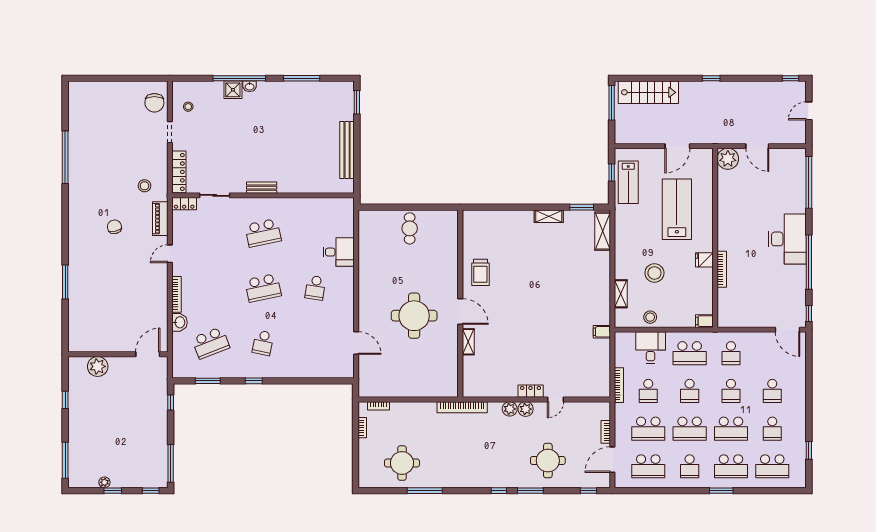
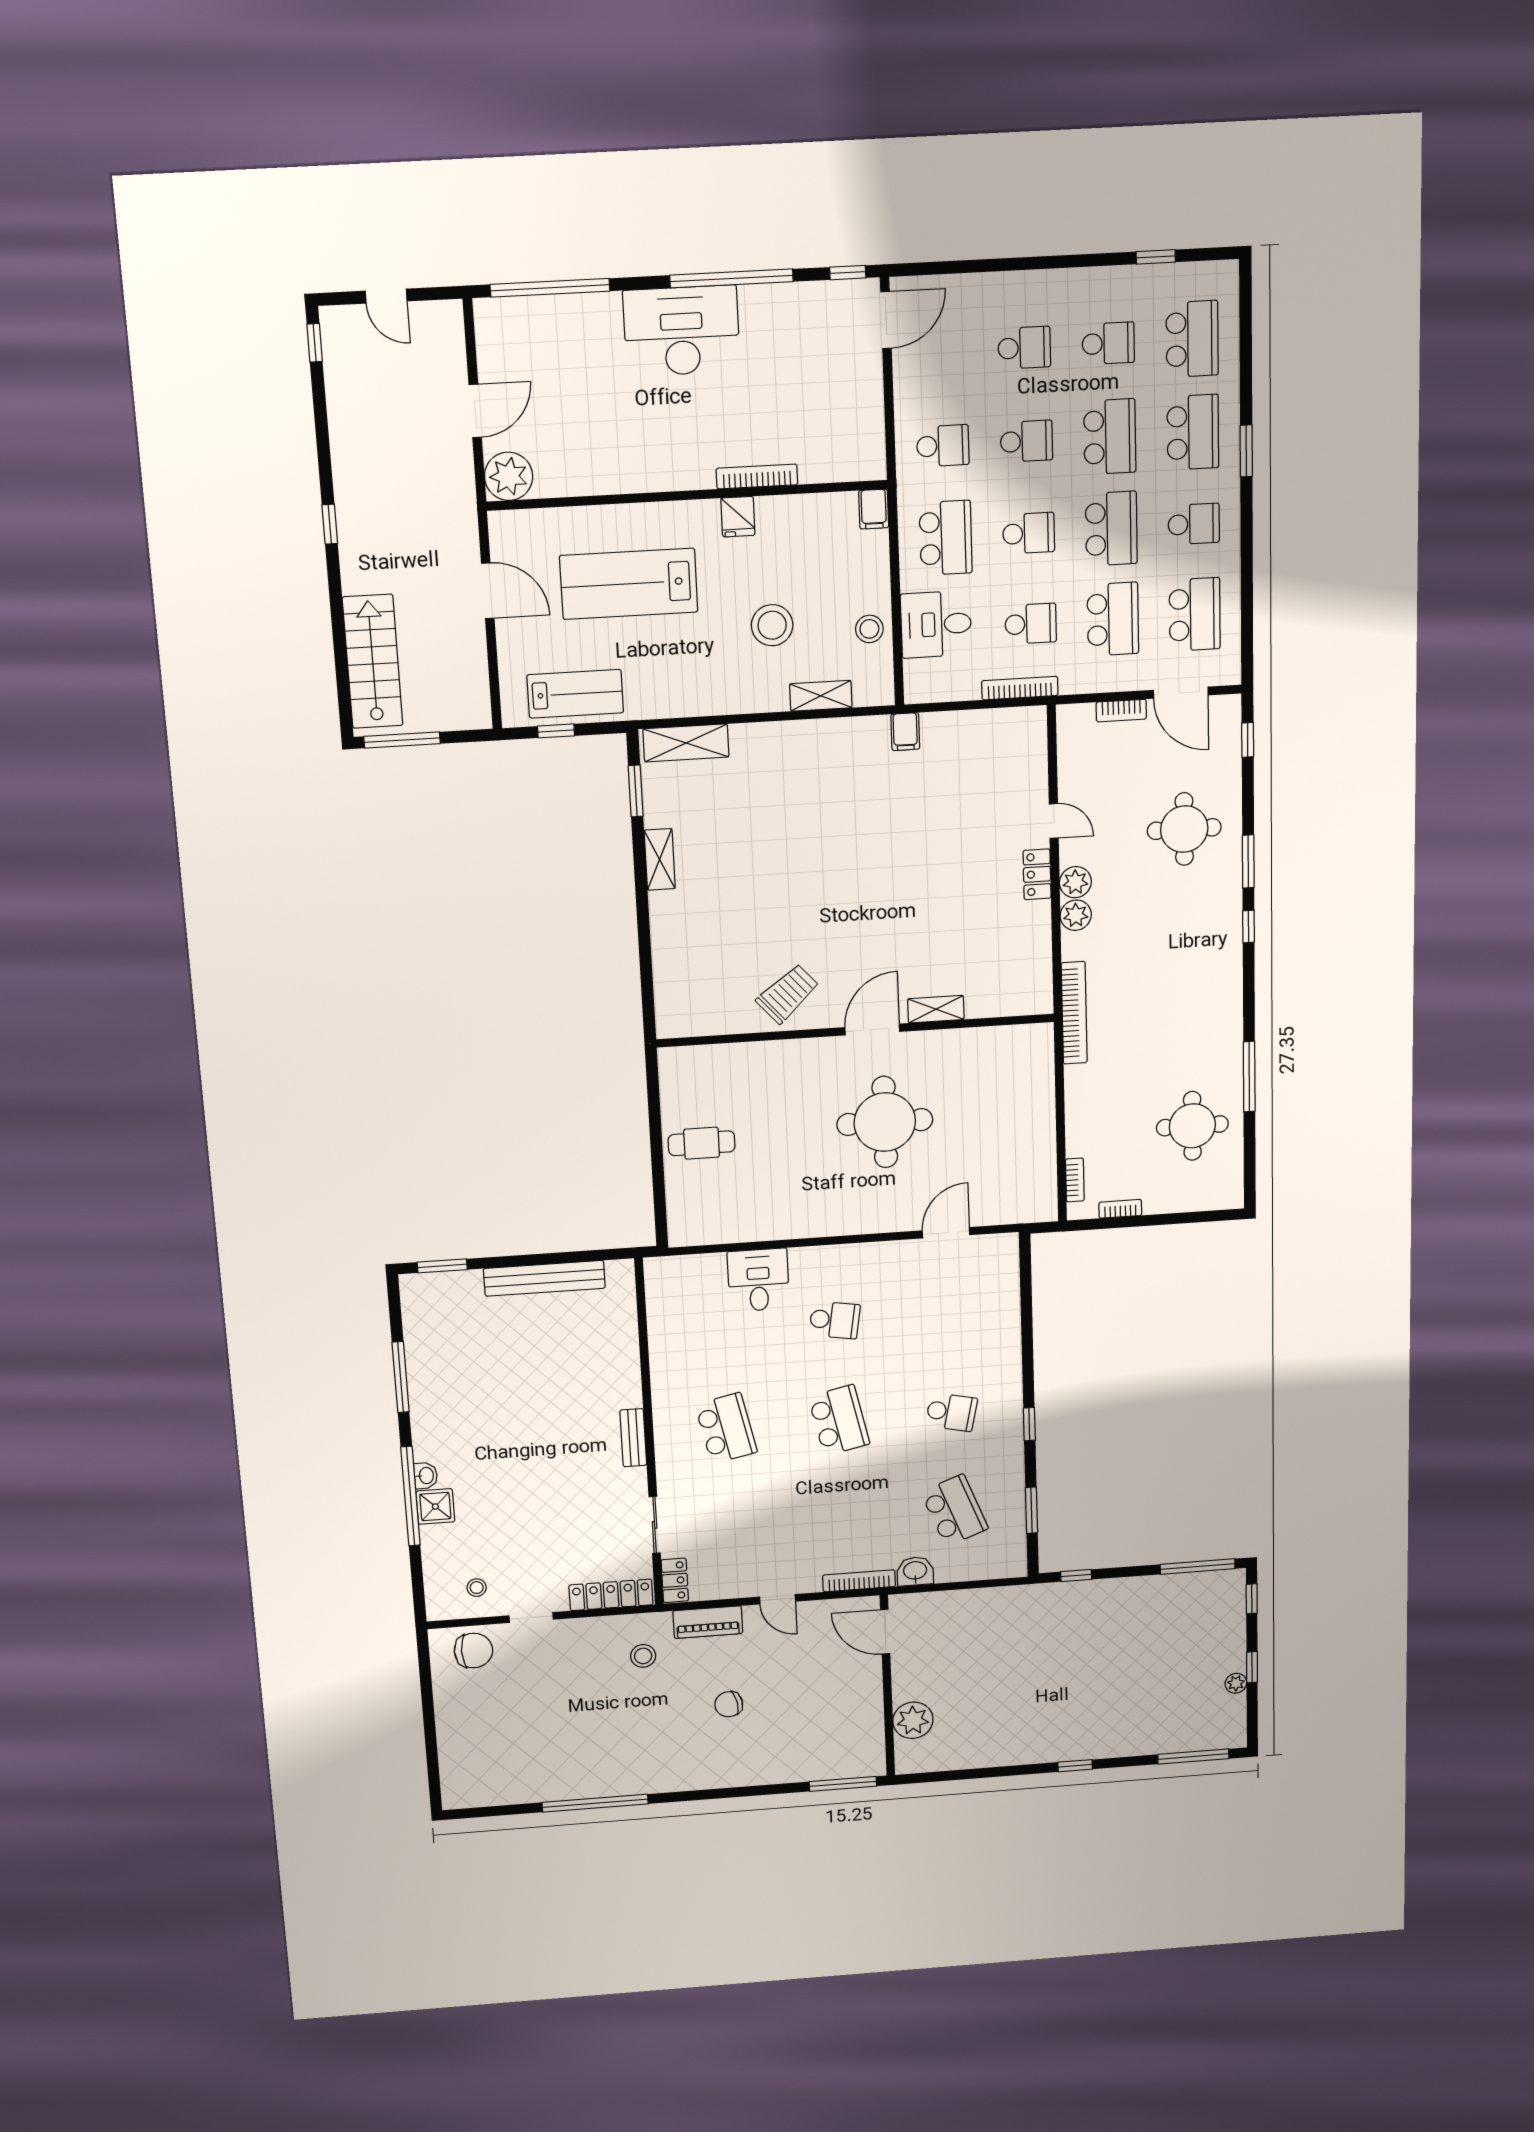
trolley: (480, 272) -> (788, 994), turned -41
wall: (118, 354) -> (887, 1686), moved
door: (148, 354) -> (885, 1632), moved
plant: (98, 366) -> (913, 1720), moved

